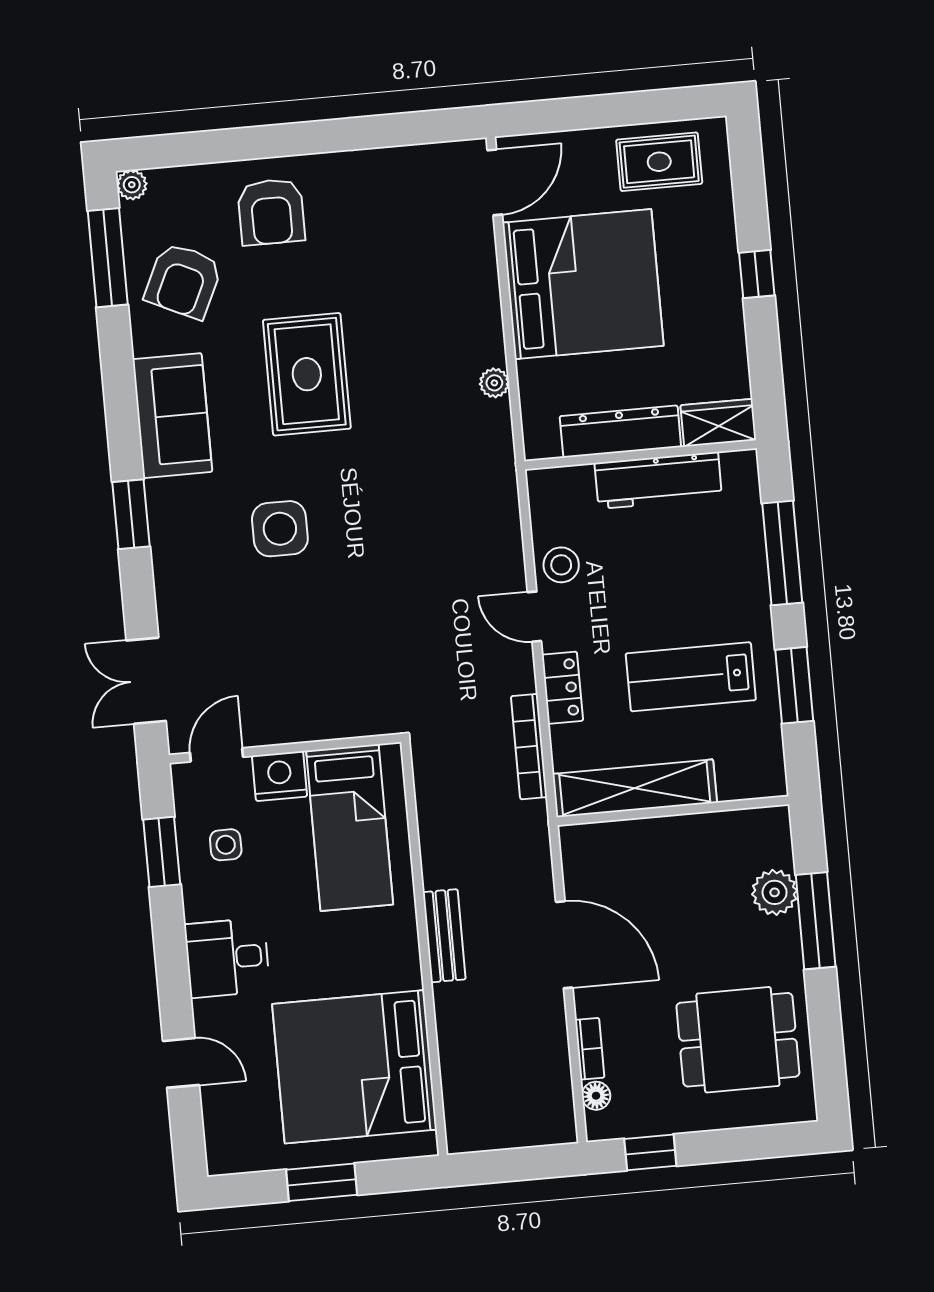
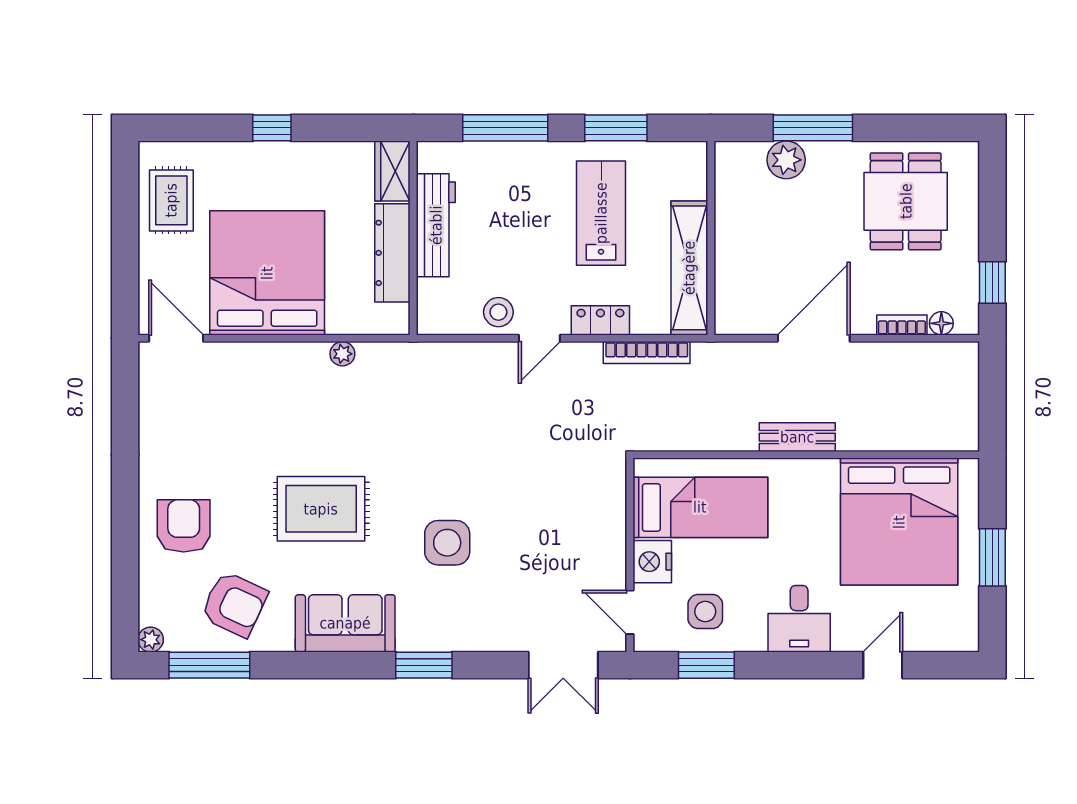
armchair: (271, 212) -> (184, 526), turned -90
lab bench: (691, 677) -> (601, 213), turned 180
side table: (226, 845) -> (705, 612), width x1.37, depth x1.37

